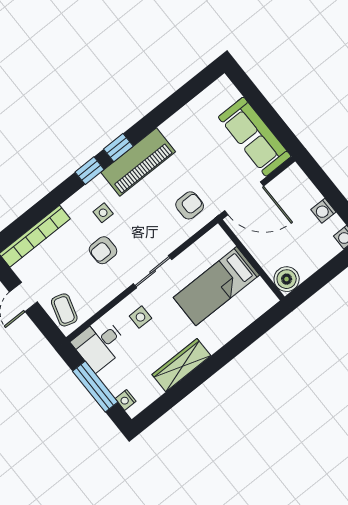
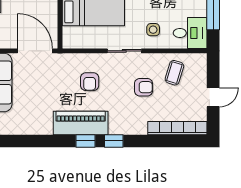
armchair: (190, 205) -> (90, 82), moved, turned -90
side table: (103, 213) -> (126, 109), removed
coffee table: (64, 310) -> (174, 73), moved

